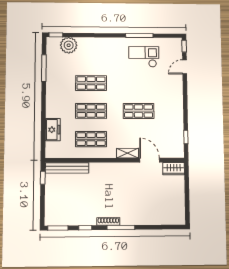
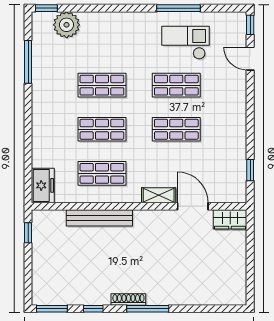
door: (185, 67) -> (250, 59), hinge flipped
shop shelf: (138, 83) -> (176, 85), added
freezer: (53, 130) -> (43, 185), moved
bench: (67, 168) -> (99, 218), moved

